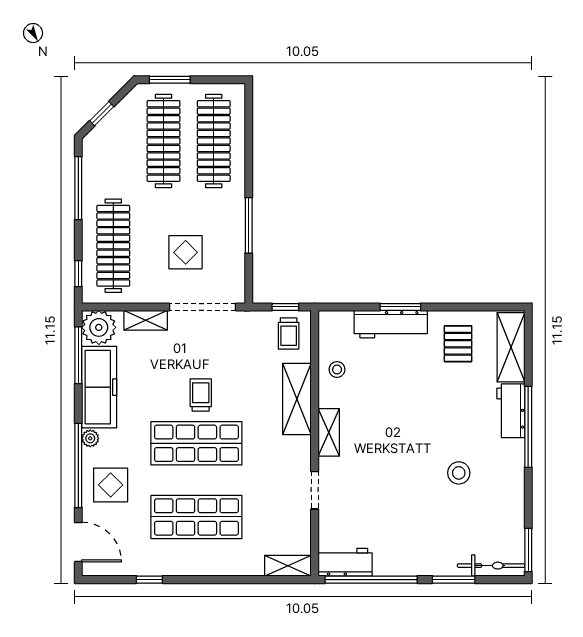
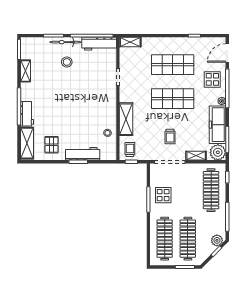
plant: (100, 137) -> (217, 240), added
display table: (186, 252) -> (163, 195), moved
trolley: (201, 395) -> (170, 137), moved
shelving: (329, 432) -> (26, 71), moved
stool: (459, 473) -> (67, 62), moved
door: (78, 542) -> (227, 53), hinge flipped
workbench: (345, 562) -> (99, 44), width x1.37
bicycle: (491, 566) -> (65, 42), moved

